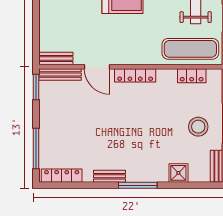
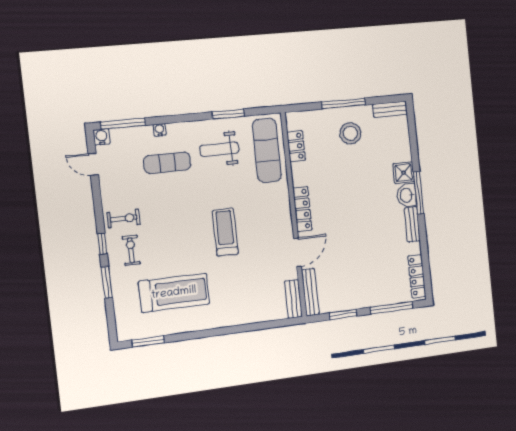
window: (36, 87) -> (343, 314), moved
shower: (178, 173) -> (404, 173), moved
washbasin: (137, 174) -> (407, 195), added

